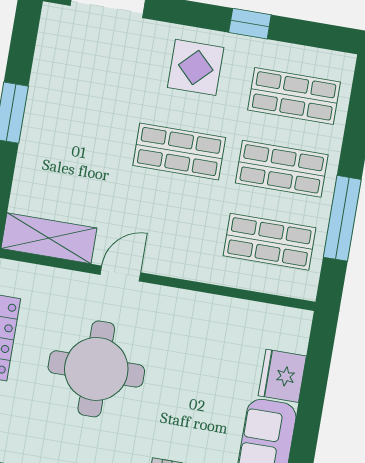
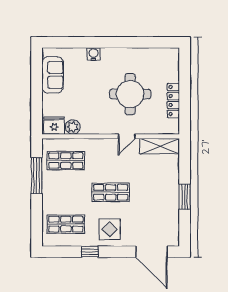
shop shelf: (282, 169) -> (66, 192), removed
plant: (241, 316) -> (73, 127), added
fridge: (282, 376) -> (54, 126), moved, turned -90

